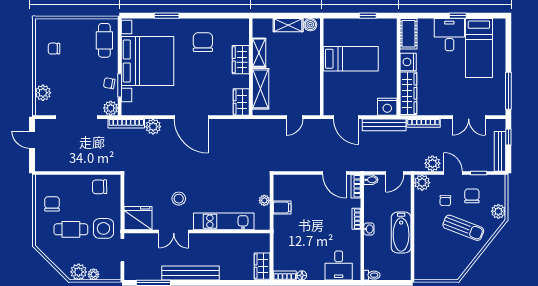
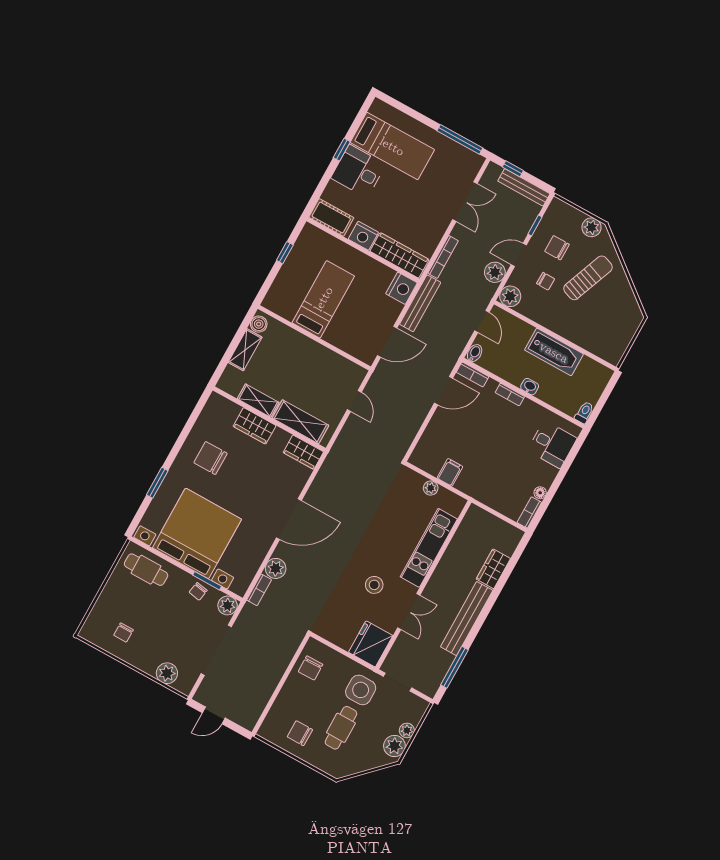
bookcase: (126, 123) -> (259, 590), width x0.64
wardrobe: (262, 266) -> (493, 569), moved, turned 90

